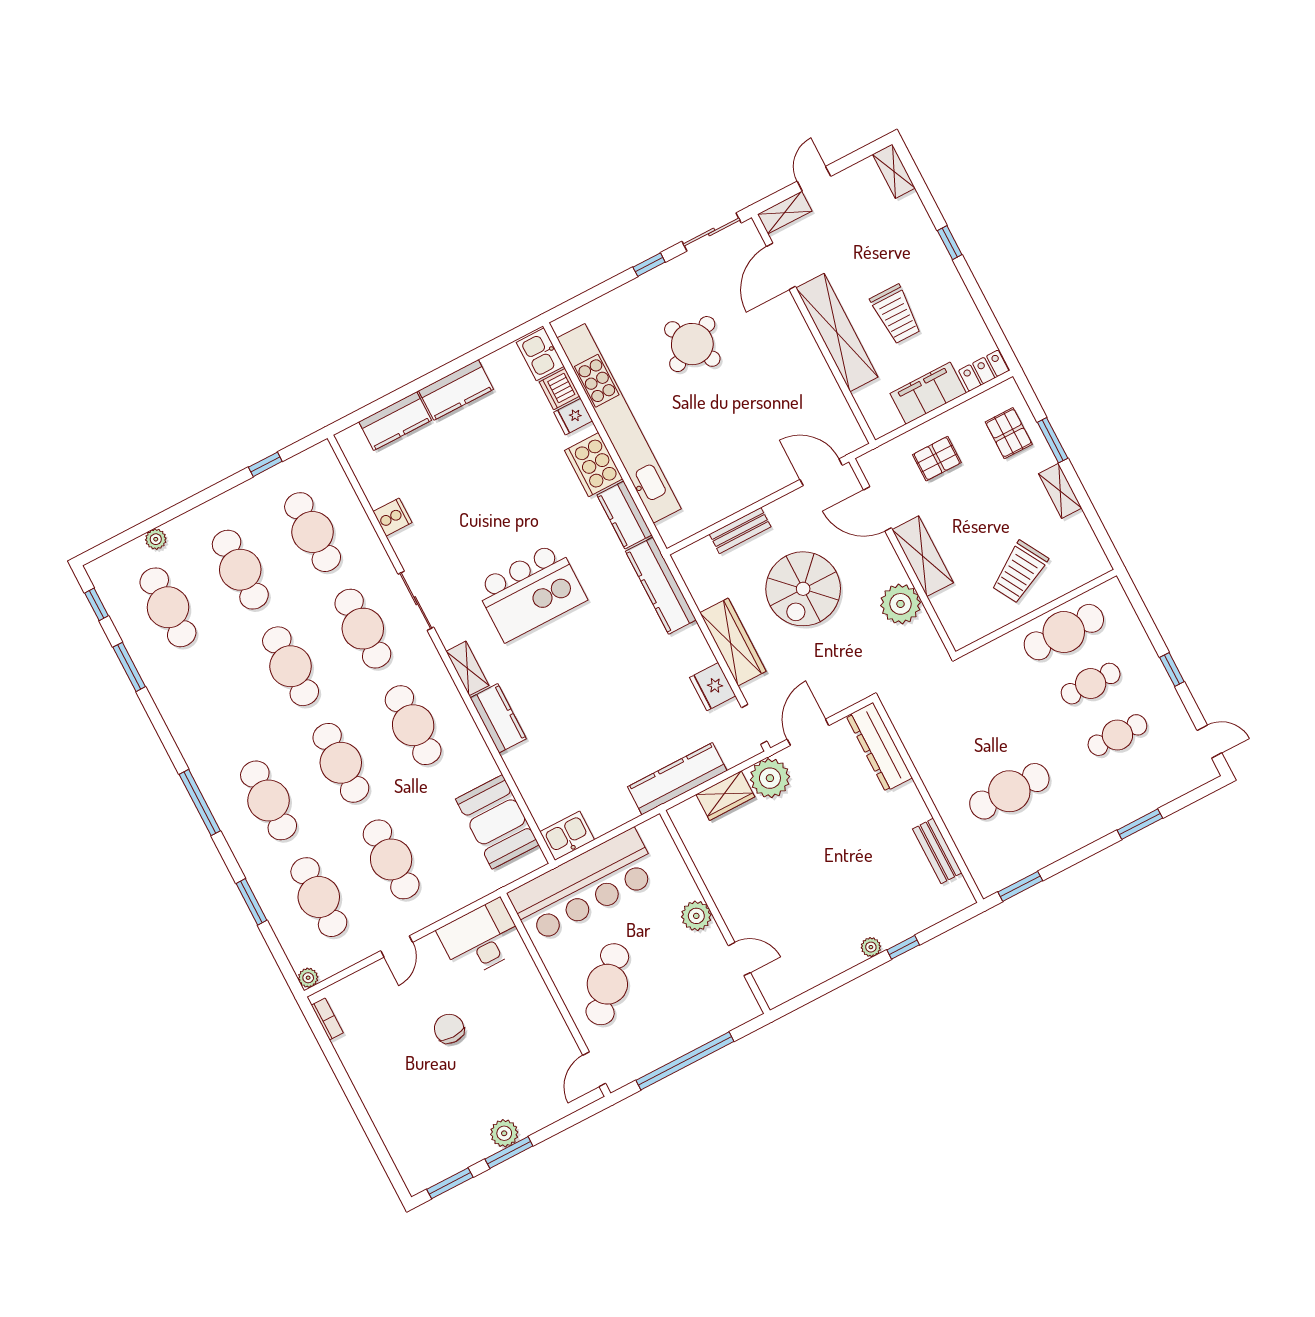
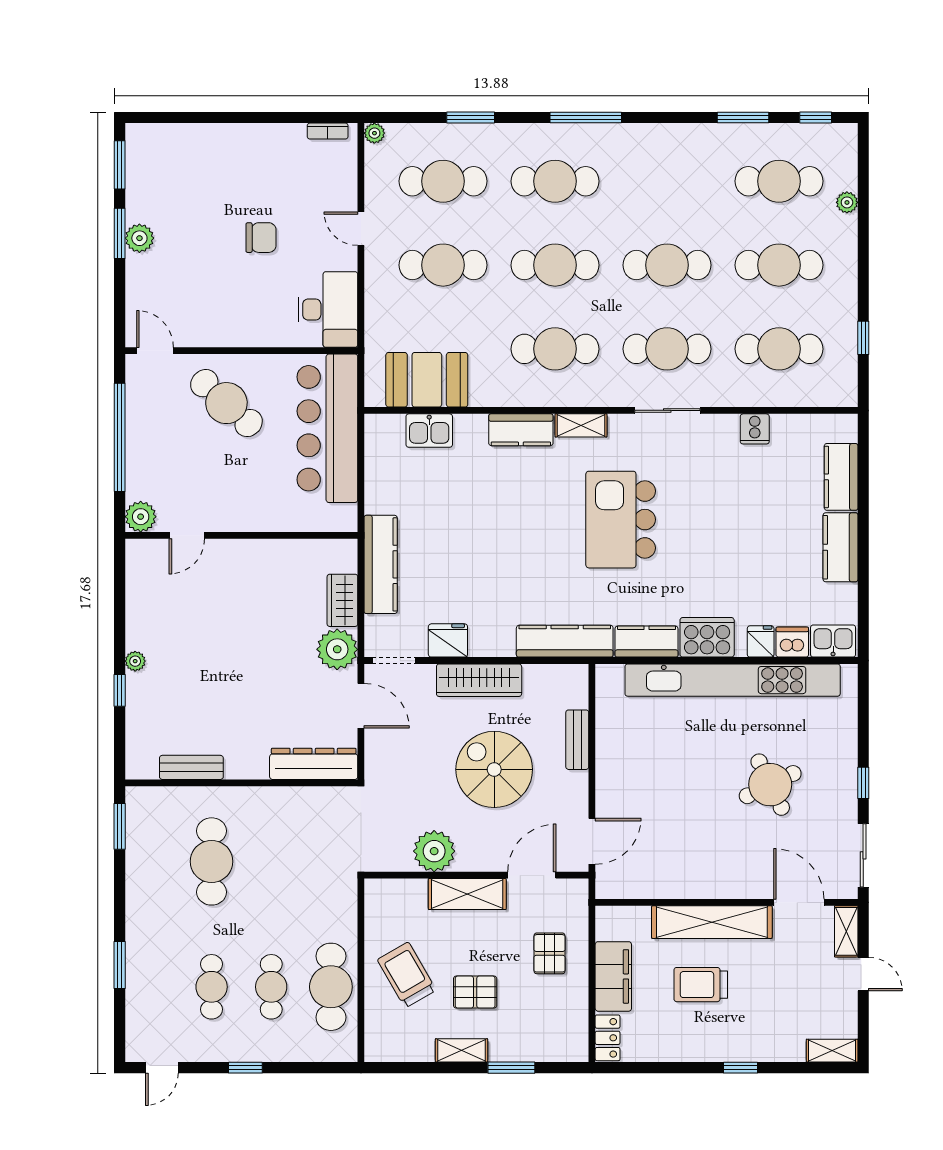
pallet: (1009, 433) -> (475, 992), moved
kitchen sink: (567, 836) -> (429, 431), moved, turned 90
plant: (696, 916) -> (141, 517), moved

